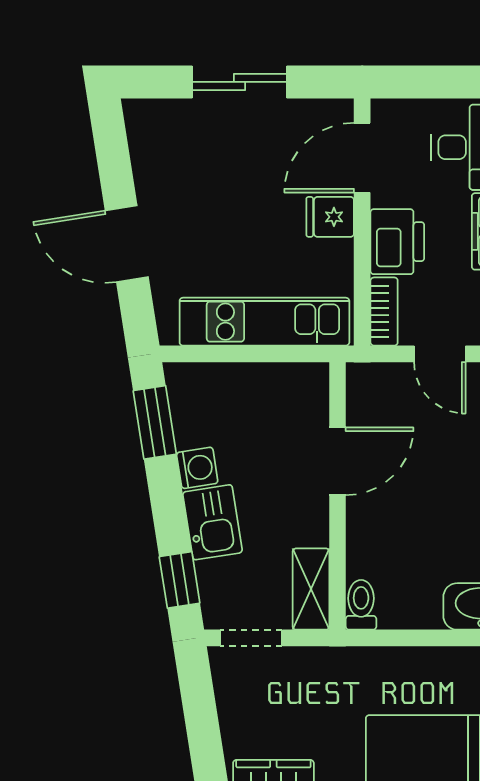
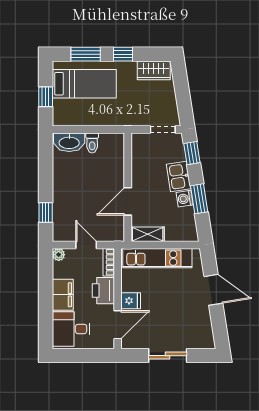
window: (155, 422) -> (199, 199), moved
shelving: (311, 589) -> (148, 234), moved, turned 90
toilet: (361, 605) -> (92, 143), moved

